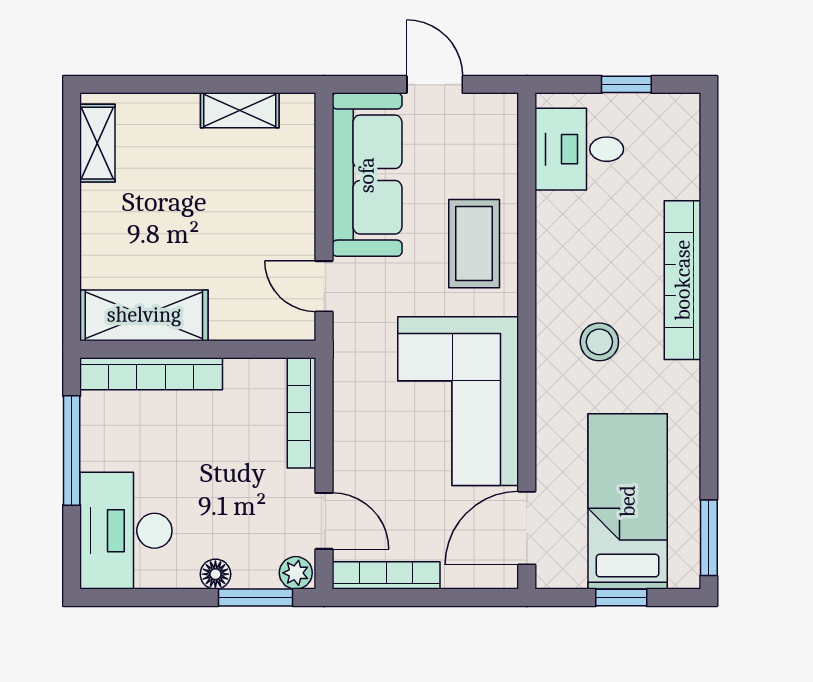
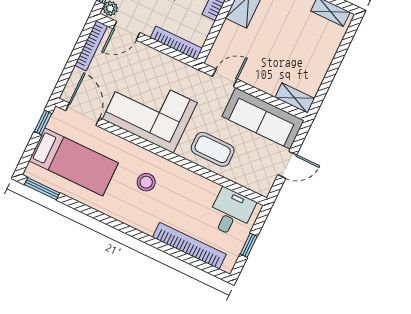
shelving: (240, 110) -> (295, 98), moved, turned 90
bookcase: (683, 280) -> (189, 246), moved
window: (621, 598) -> (43, 123), moved

